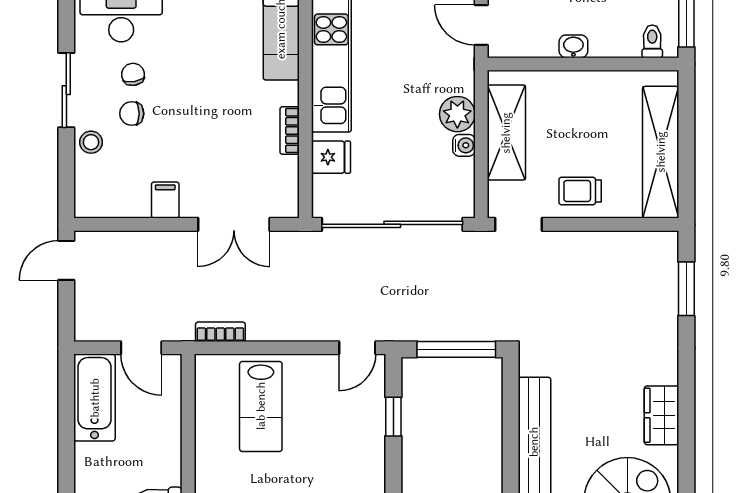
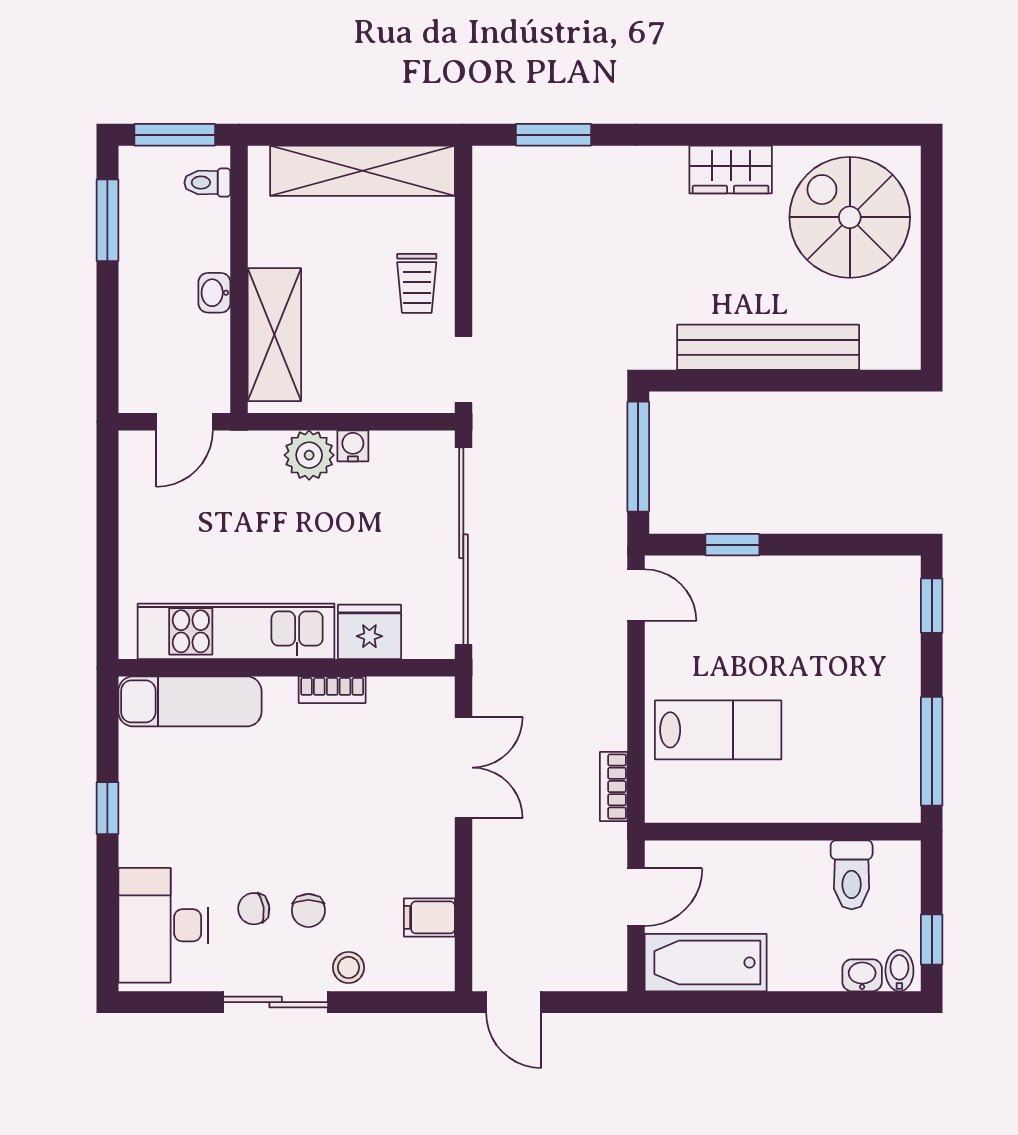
shelving: (506, 133) -> (274, 335), moved, turned 90
fridge: (331, 157) -> (369, 632), width x1.38
filing cabinet: (165, 200) -> (429, 917), moved

